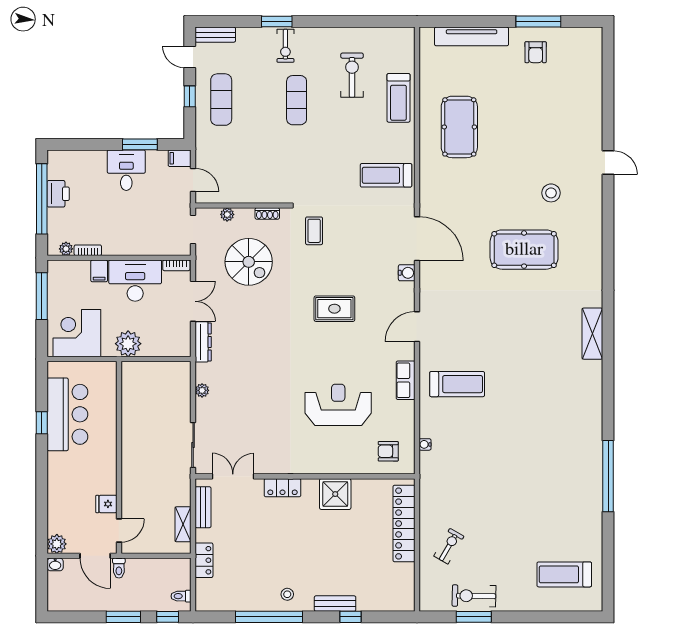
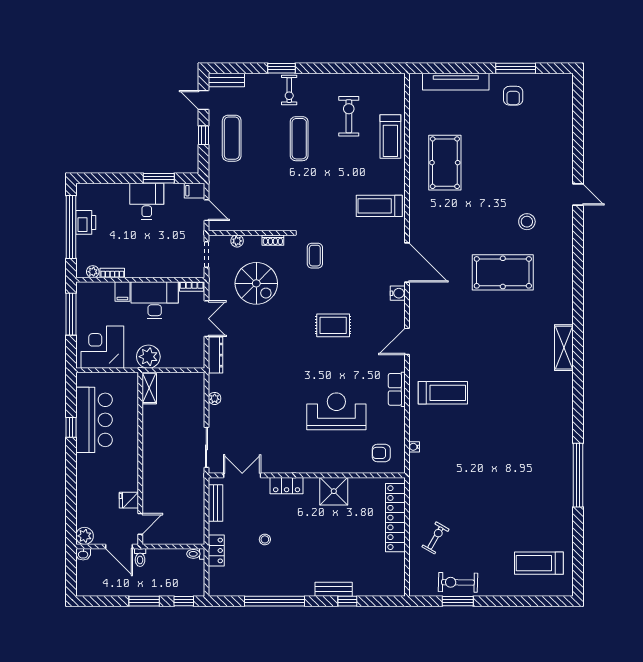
shelving: (183, 524) -> (149, 388), moved
stool: (287, 594) -> (265, 539), moved
toilet: (181, 596) -> (196, 554), moved

